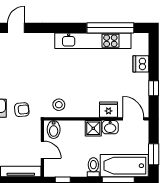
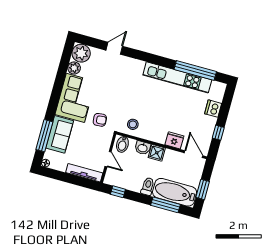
washbasin: (110, 127) -> (143, 148), moved

